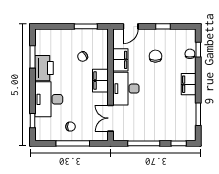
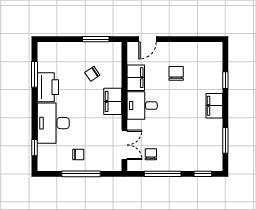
window: (163, 26) -> (185, 39), removed
window: (198, 50) -> (225, 80), moved
chair: (190, 54) -> (151, 154), moved
desk: (126, 89) -> (142, 106), width x0.73
double door: (110, 118) -> (124, 145), swing flipped

